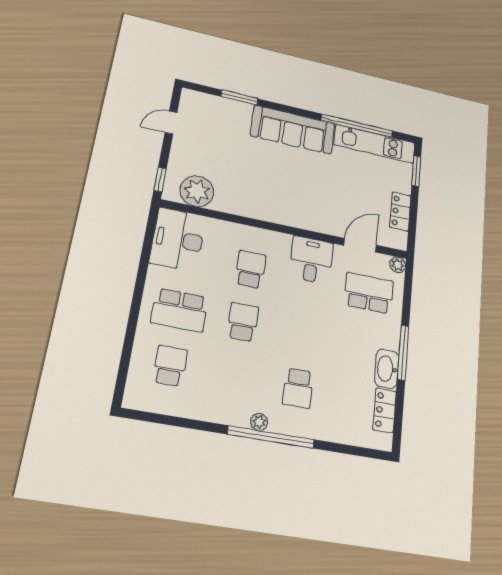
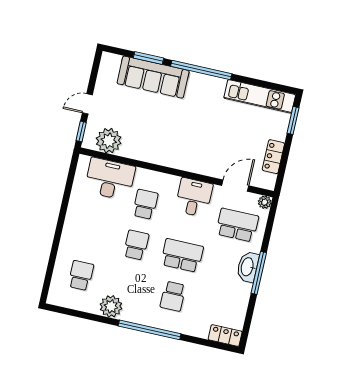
door: (171, 122) -> (87, 104), moved
window: (357, 126) -> (201, 70), moved
sofa: (293, 130) -> (153, 77), moved
desk: (178, 239) -> (110, 179), moved, turned 90
school desk: (180, 310) -> (182, 255), moved, turned 180
washbasin: (387, 369) -> (248, 267), moved
locker: (385, 410) -> (225, 335), moved, turned 90
plant: (259, 422) -> (111, 306), moved, width x1.87, depth x1.87

